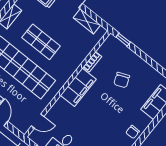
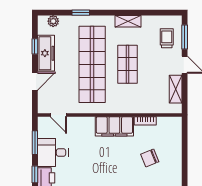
window: (123, 40) -> (185, 132), removed

